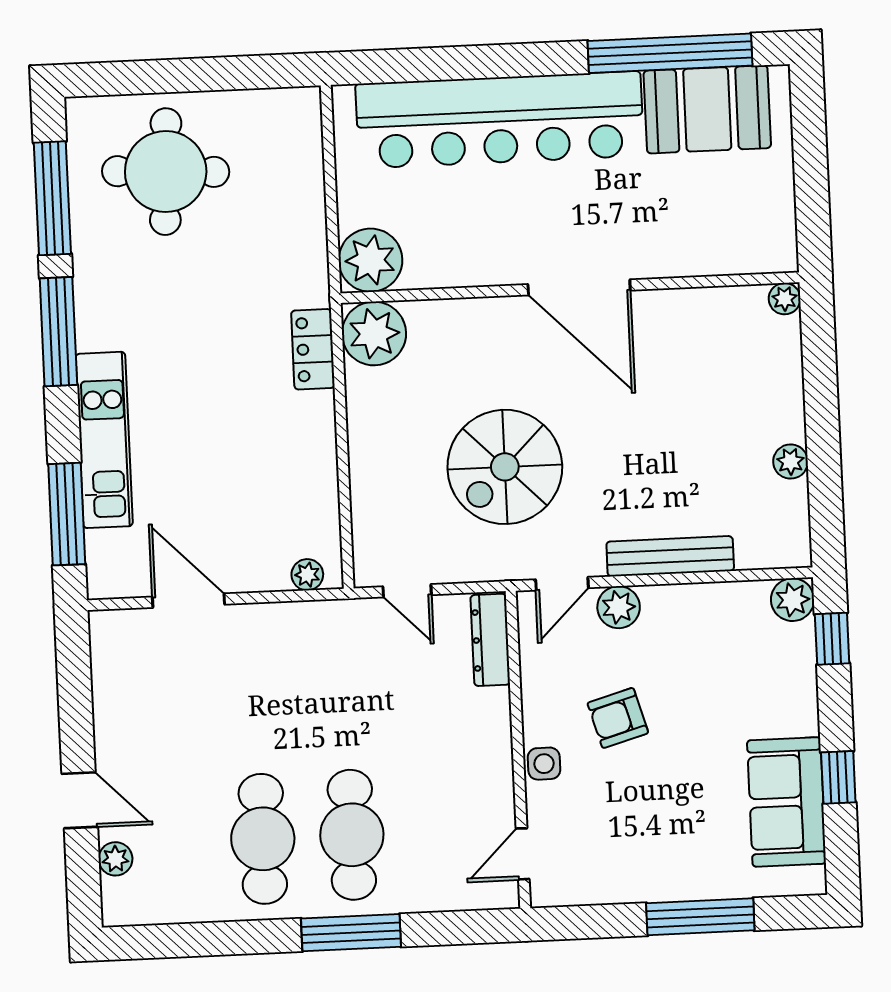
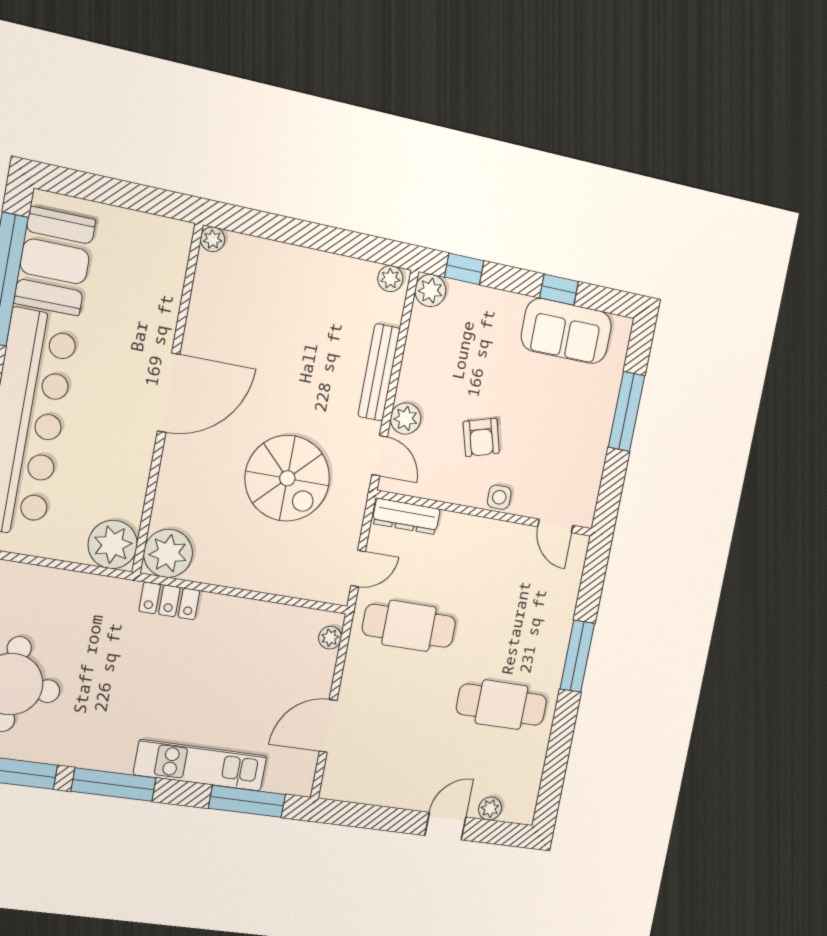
plant: (791, 462) -> (390, 279), moved
cafe table: (352, 835) -> (409, 626), moved

